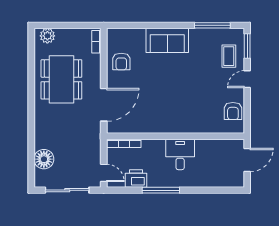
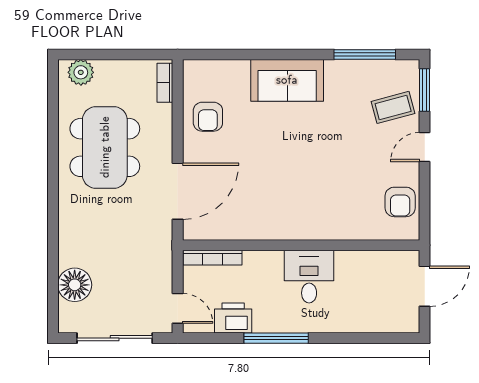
coffee table: (229, 56) -> (393, 107), turned 75

